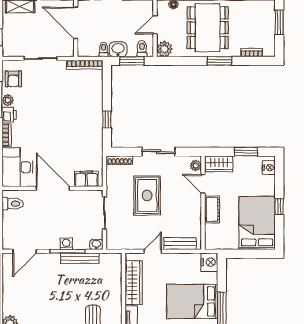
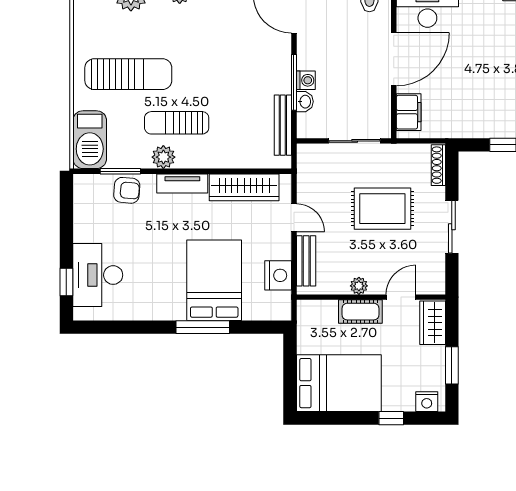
plant: (196, 166) -> (359, 286), moved
window: (279, 207) -> (391, 418), moved
washbasin: (96, 244) -> (305, 102), moved
bench: (80, 258) -> (283, 125), moved
nightstand: (209, 262) -> (278, 275), moved, turned -90

